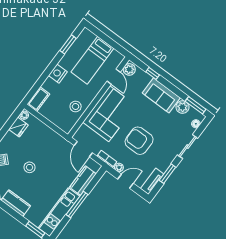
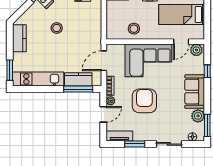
door: (126, 181) -> (103, 114), hinge flipped
window: (77, 205) -> (78, 89), moved

